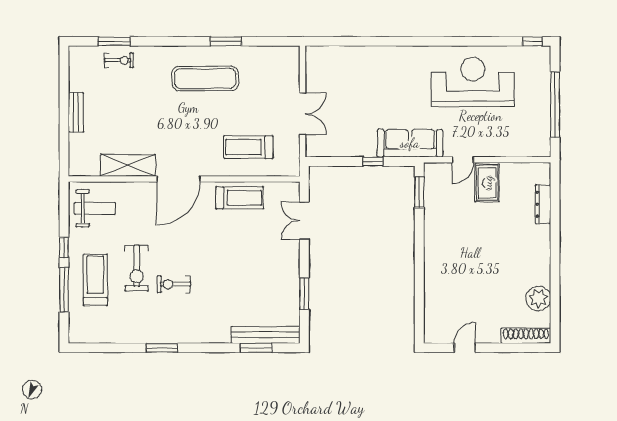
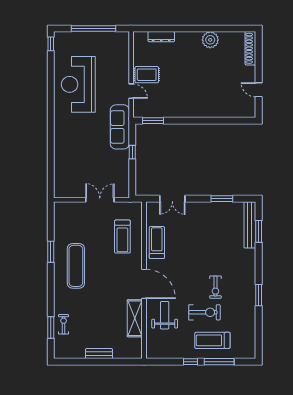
weight bench: (95, 208) -> (165, 315), moved
plant: (538, 298) -> (210, 40), moved

